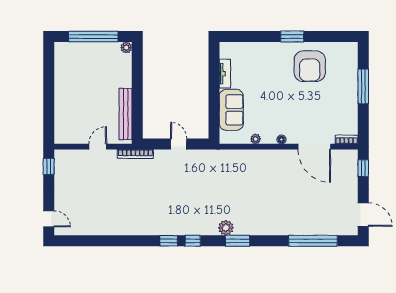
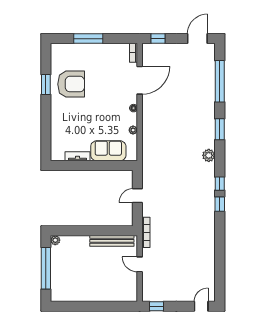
window: (292, 36) -> (46, 85), moved
window: (238, 241) -> (220, 129), moved

